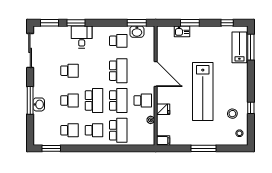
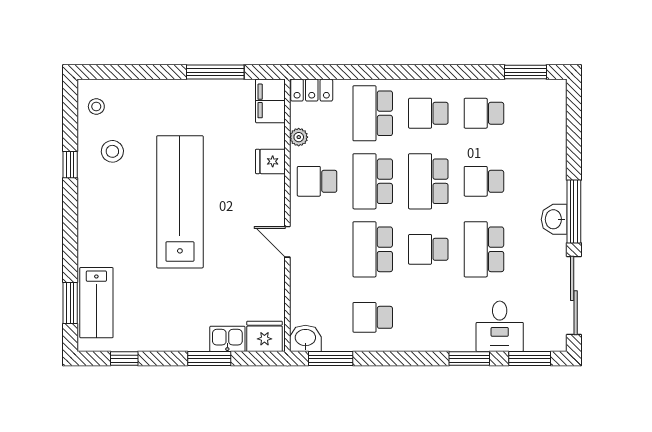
washbasin: (137, 32) -> (305, 338), moved
fridge: (166, 33) -> (264, 336), added
desk: (82, 37) -> (500, 326), moved
window: (251, 47) -> (70, 303), width x0.69
school desk: (70, 71) -> (484, 249), width x1.85
school desk: (94, 71) -> (428, 249), added
door: (156, 74) -> (287, 242), width x0.53
window: (30, 100) -> (574, 212), moved
washbasin: (39, 104) -> (554, 219), moved
locker: (145, 140) -> (312, 90), added
filing cabinet: (163, 141) -> (270, 101), width x2.00
window: (204, 148) -> (215, 72), moved

